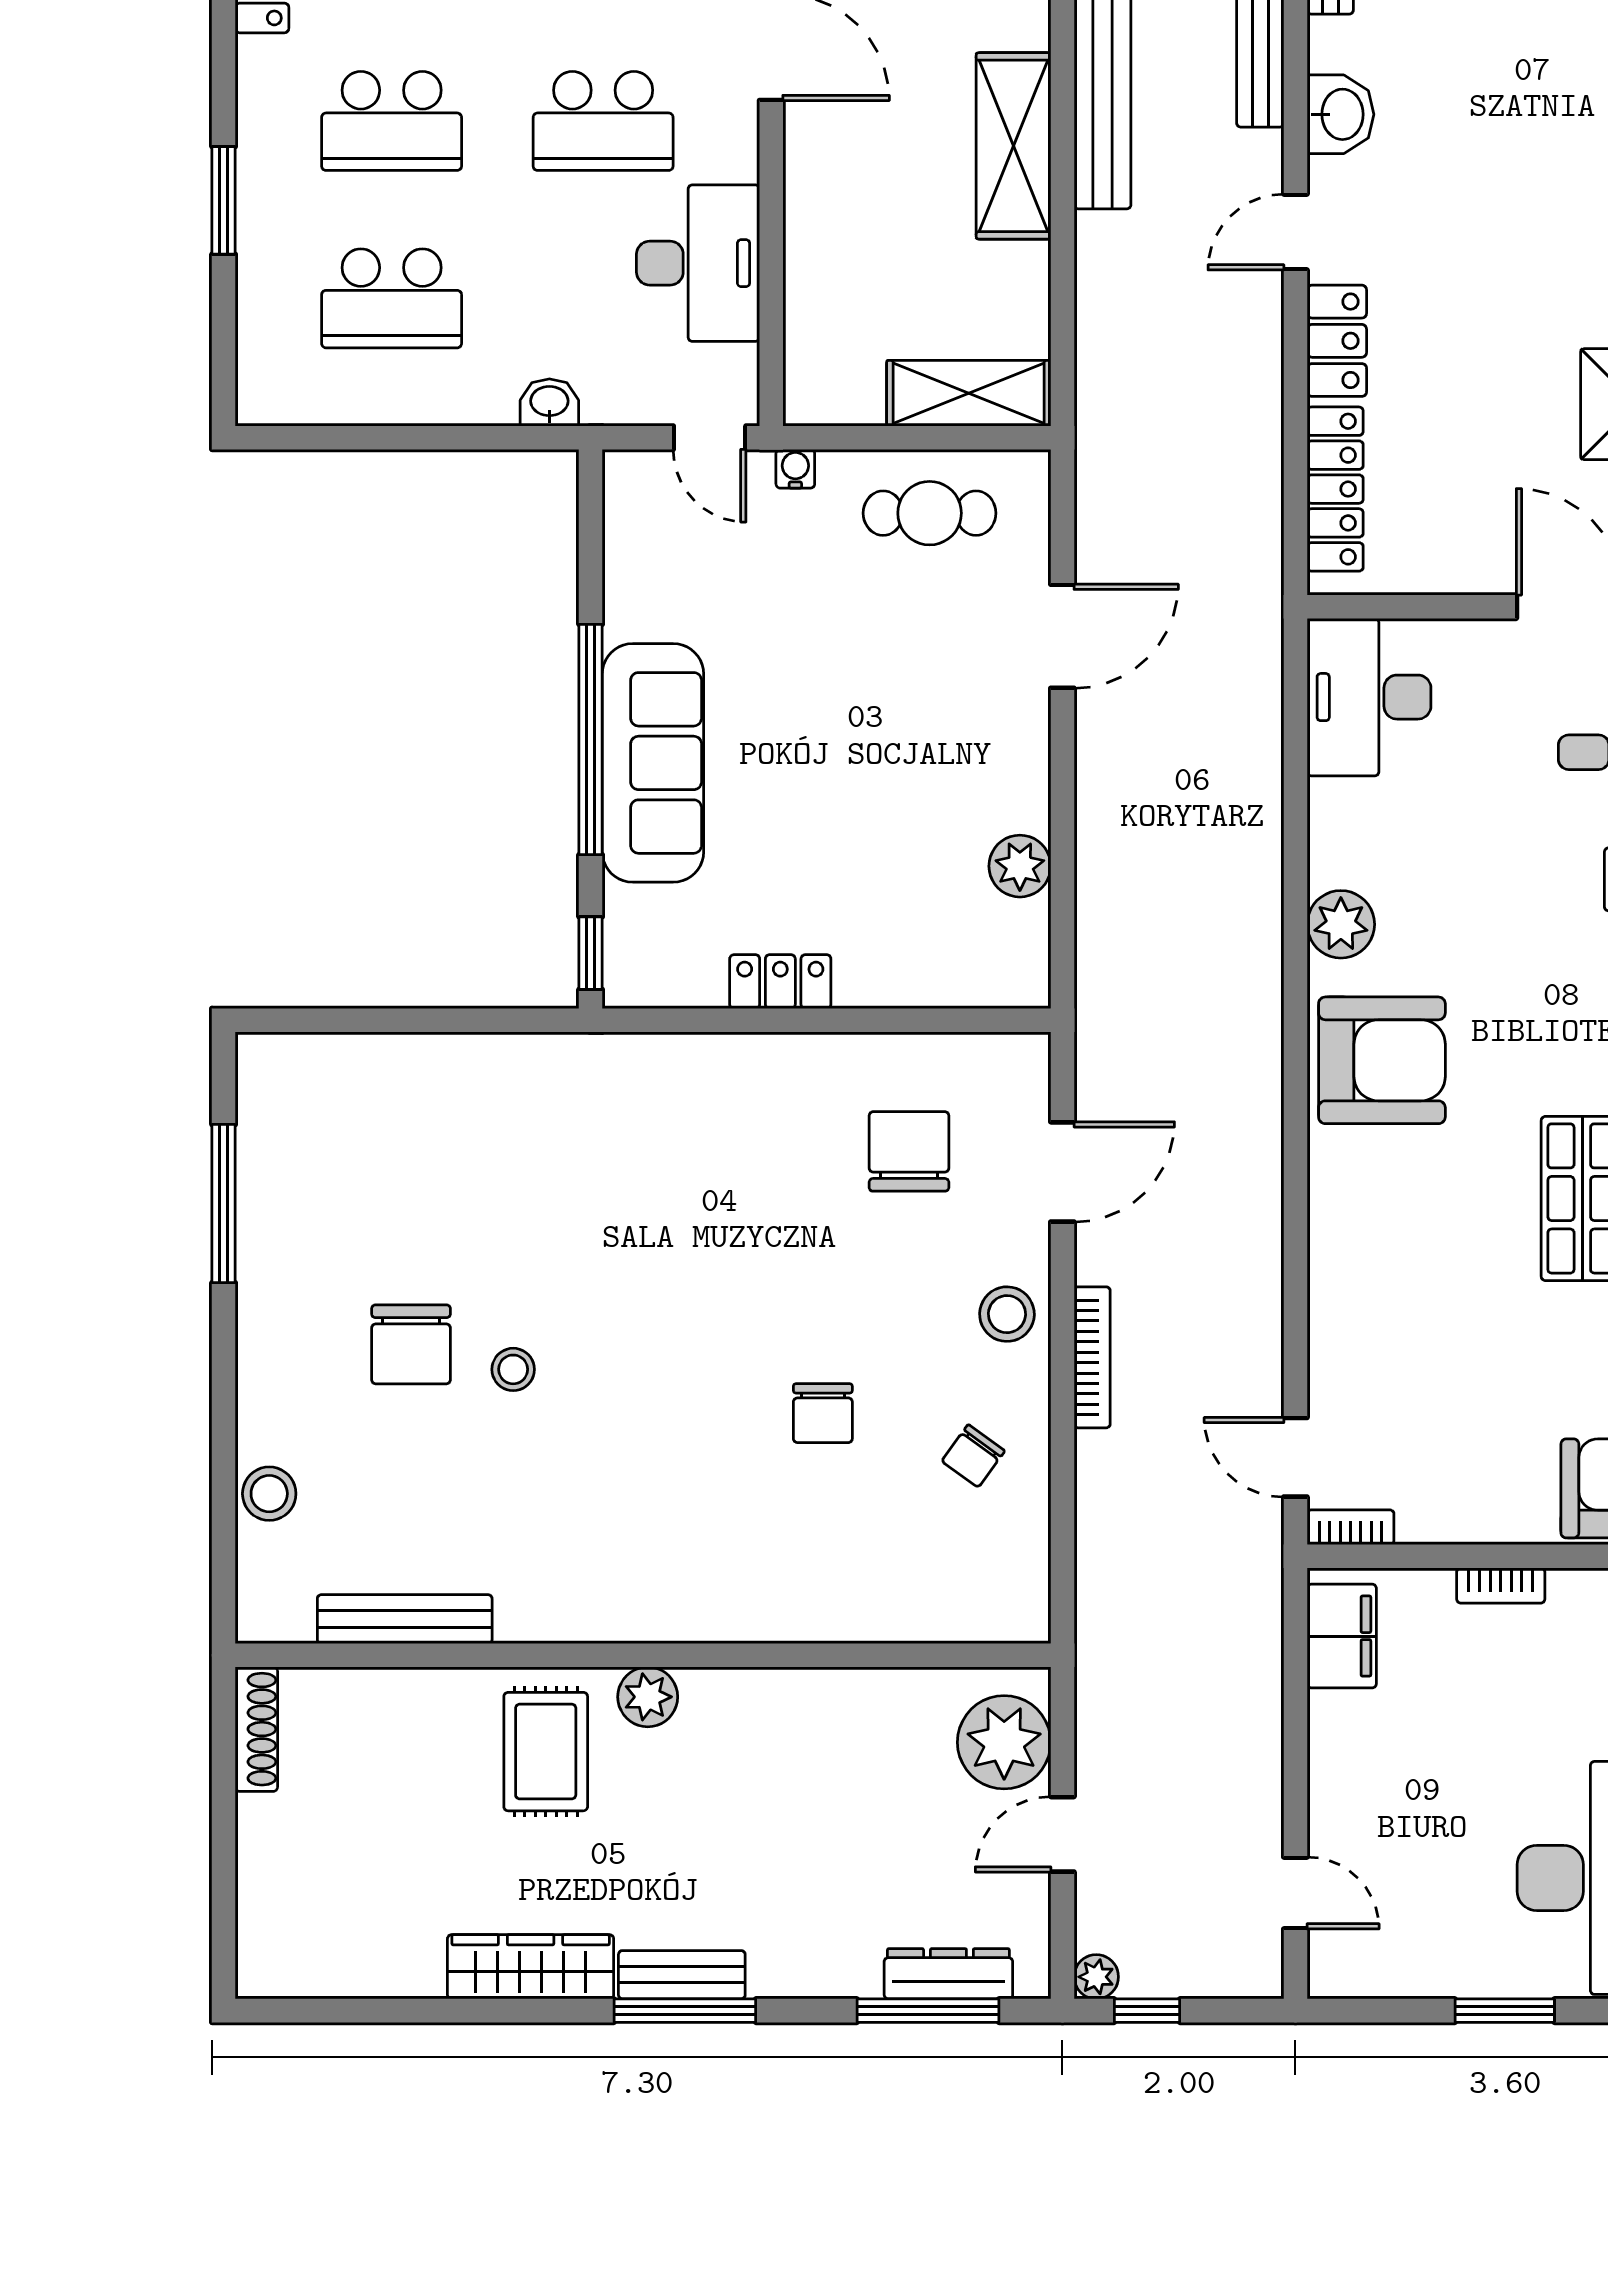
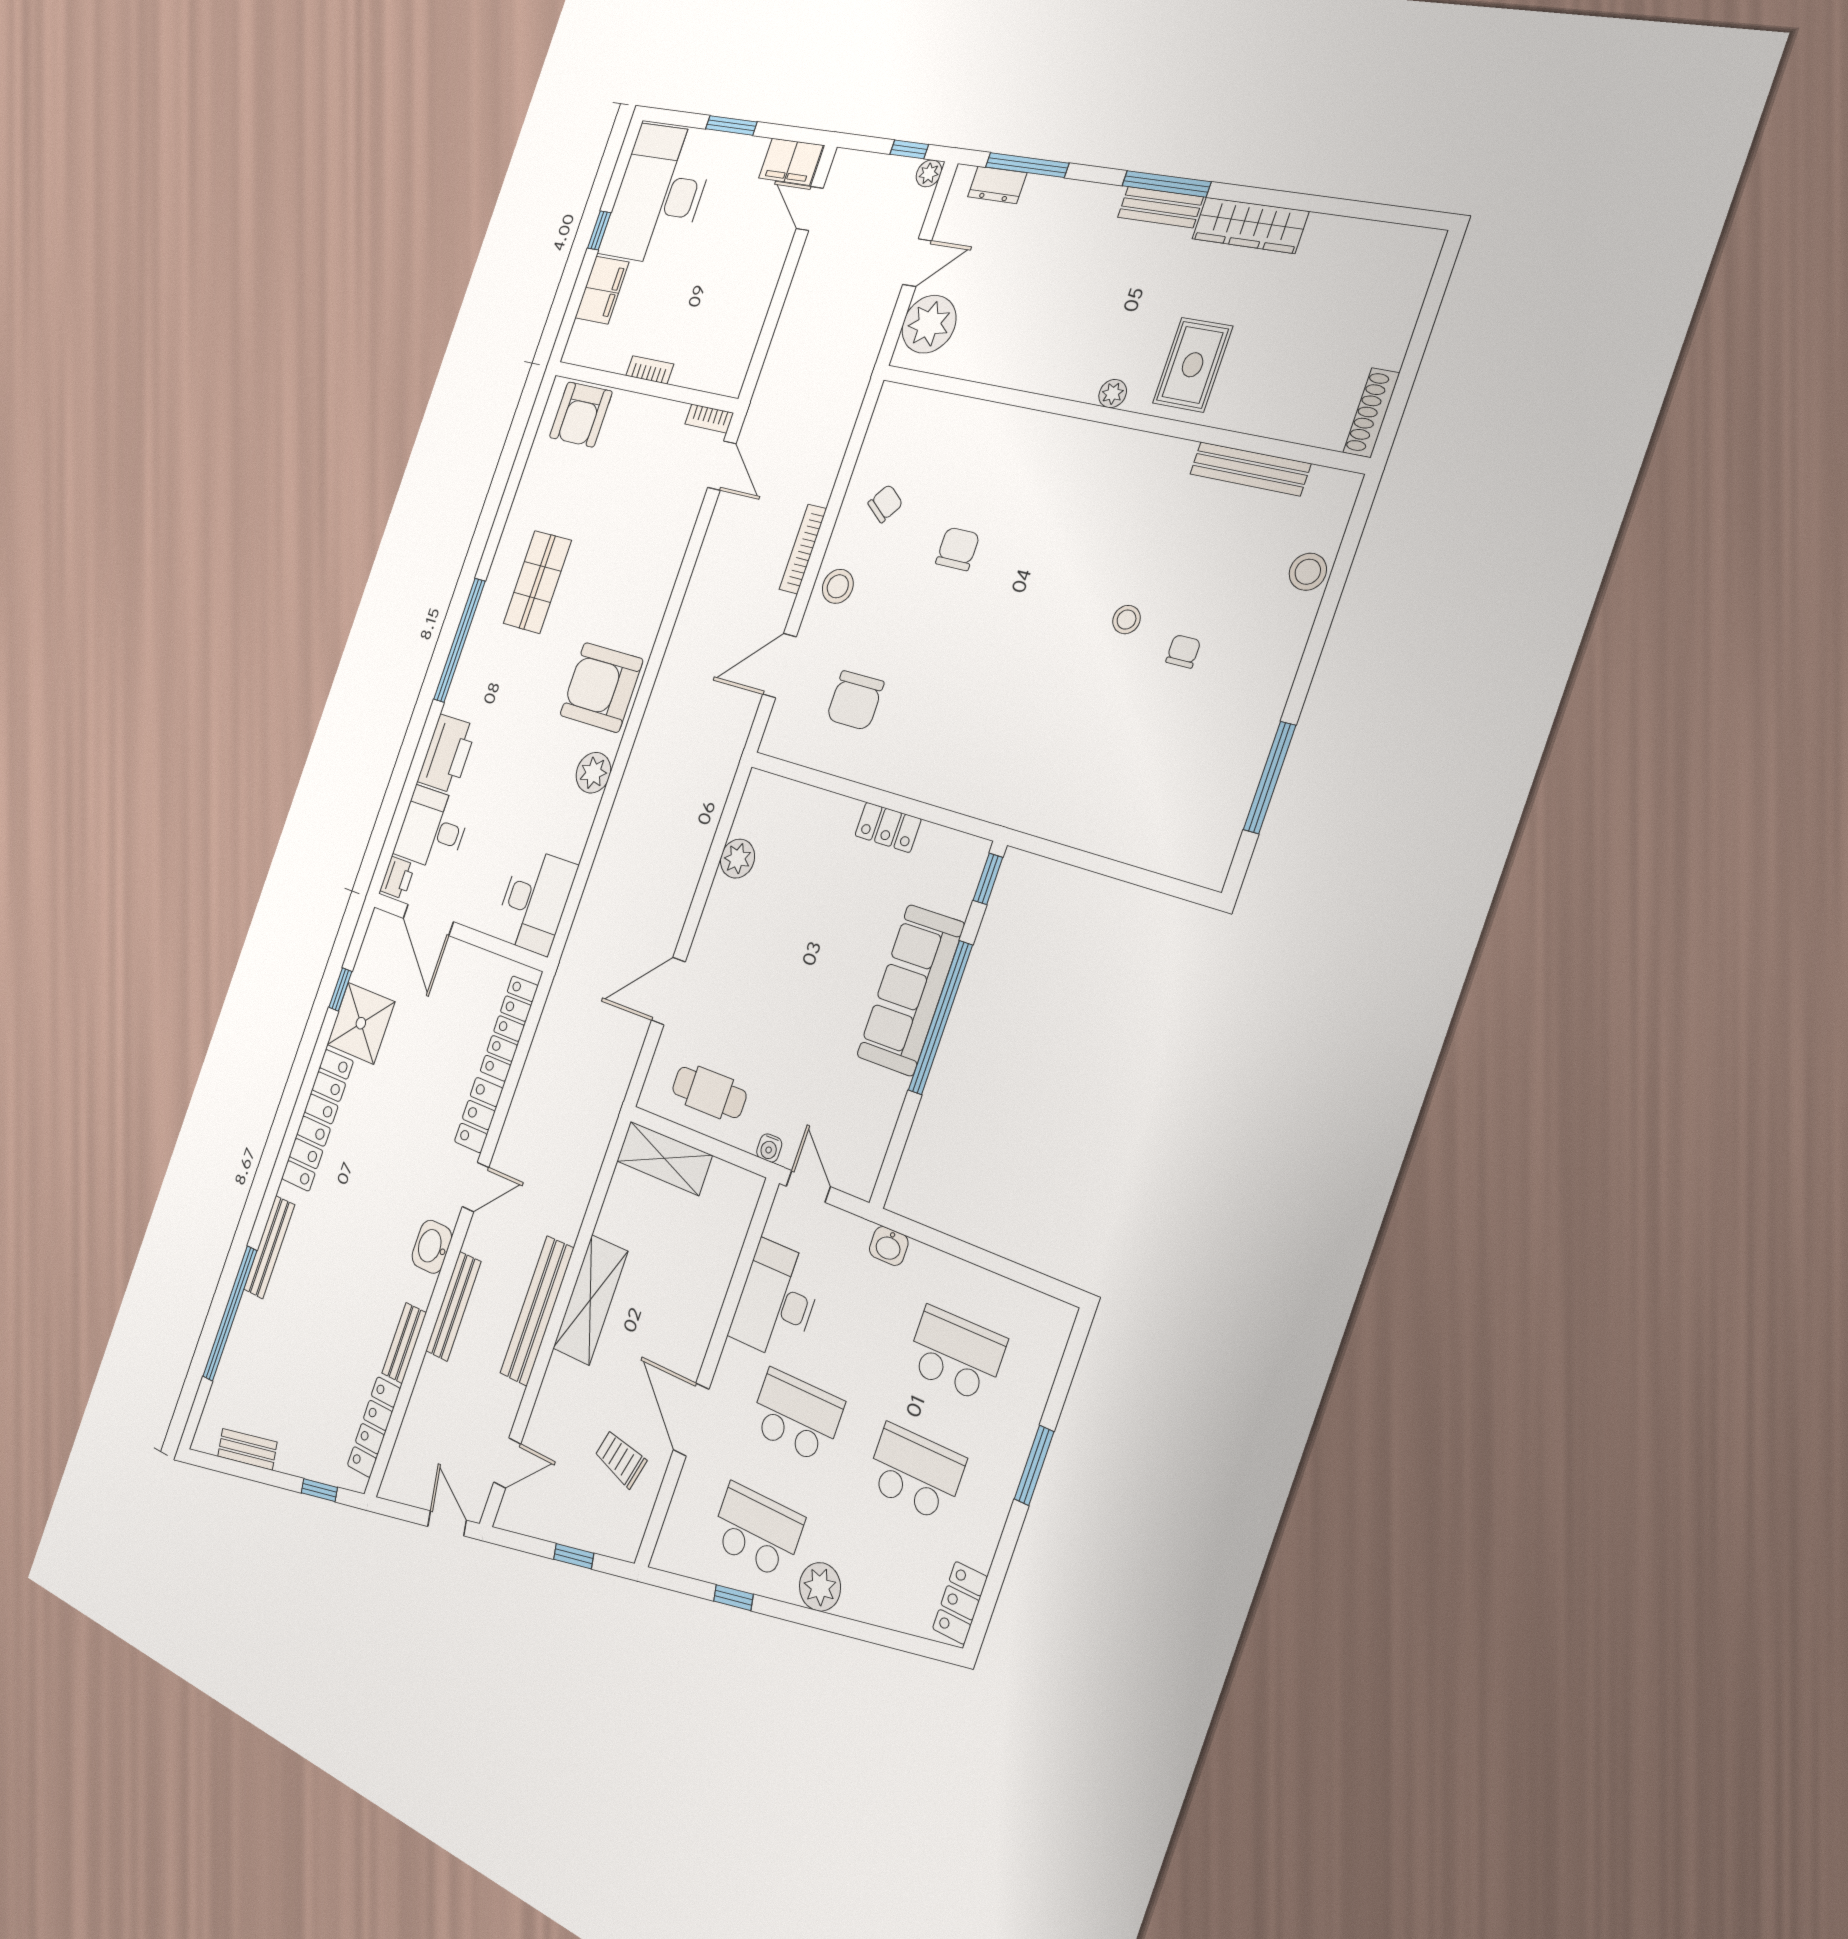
chair: (411, 1344) -> (1183, 651), width x0.54, depth x0.54
filing cabinet: (1342, 1636) -> (791, 162), moved, turned -90
plant: (648, 1697) -> (1113, 394), width x0.73, depth x0.73
dresser: (948, 1974) -> (997, 185), width x0.70

